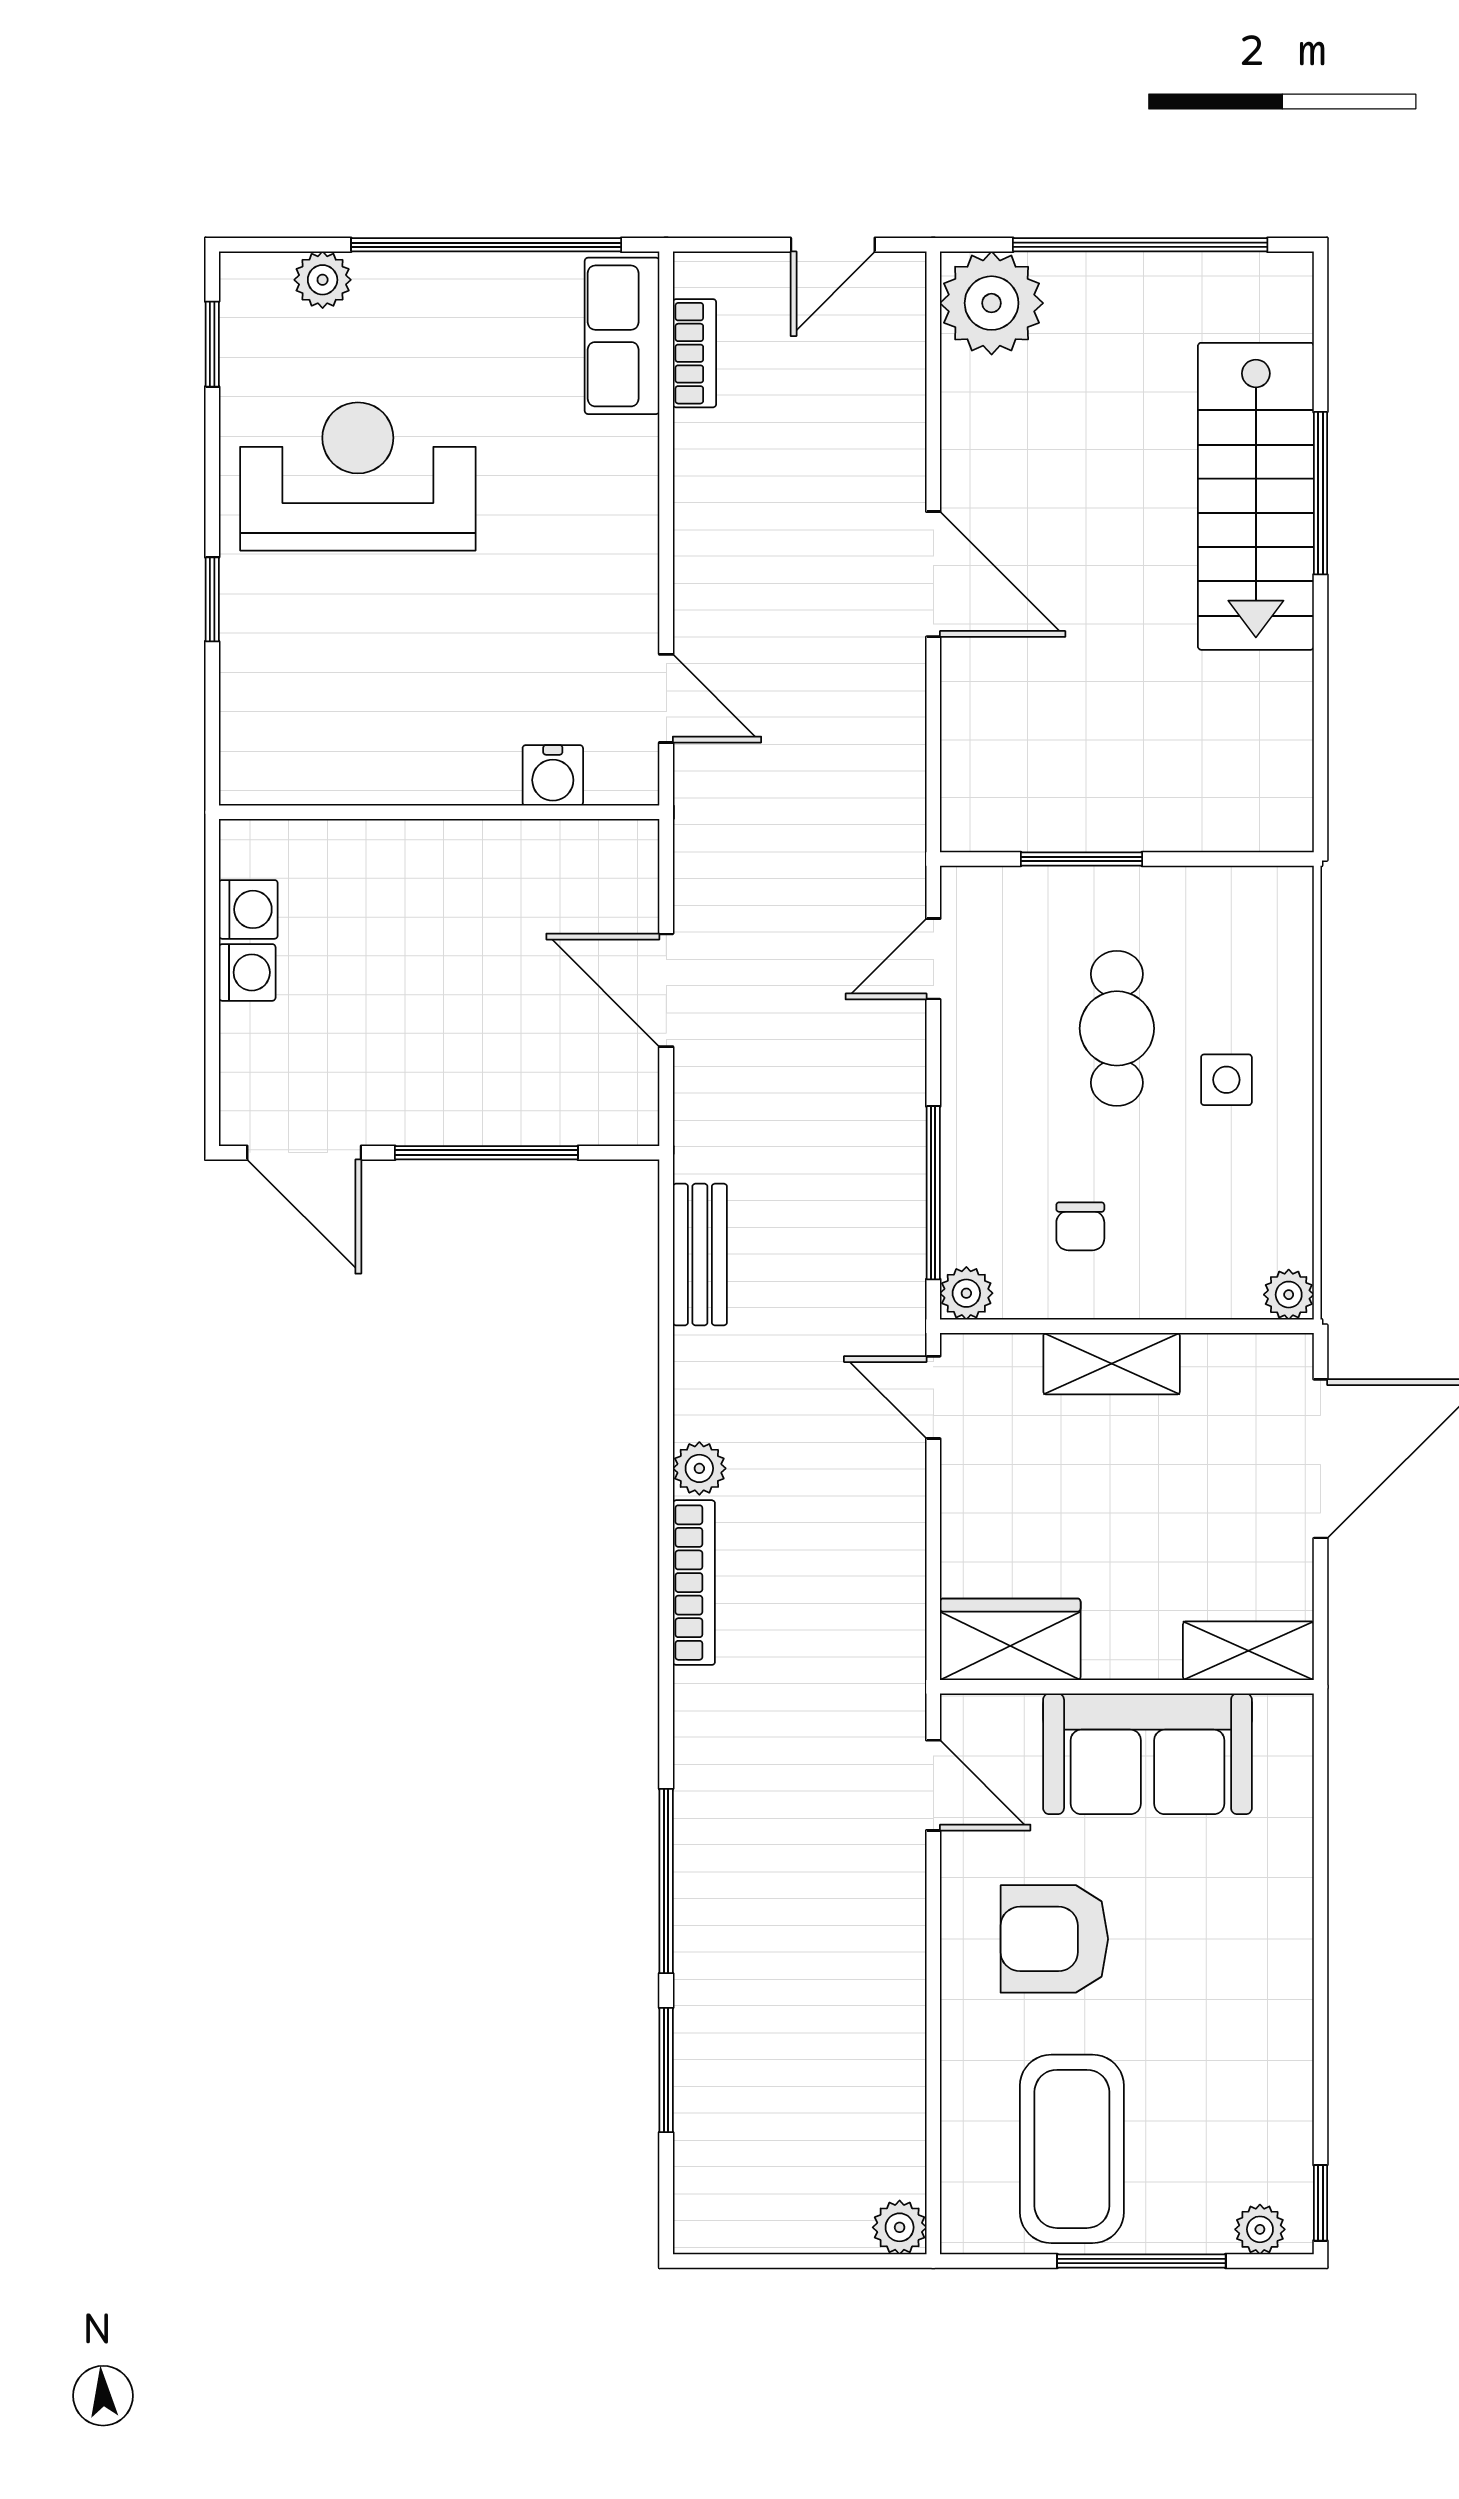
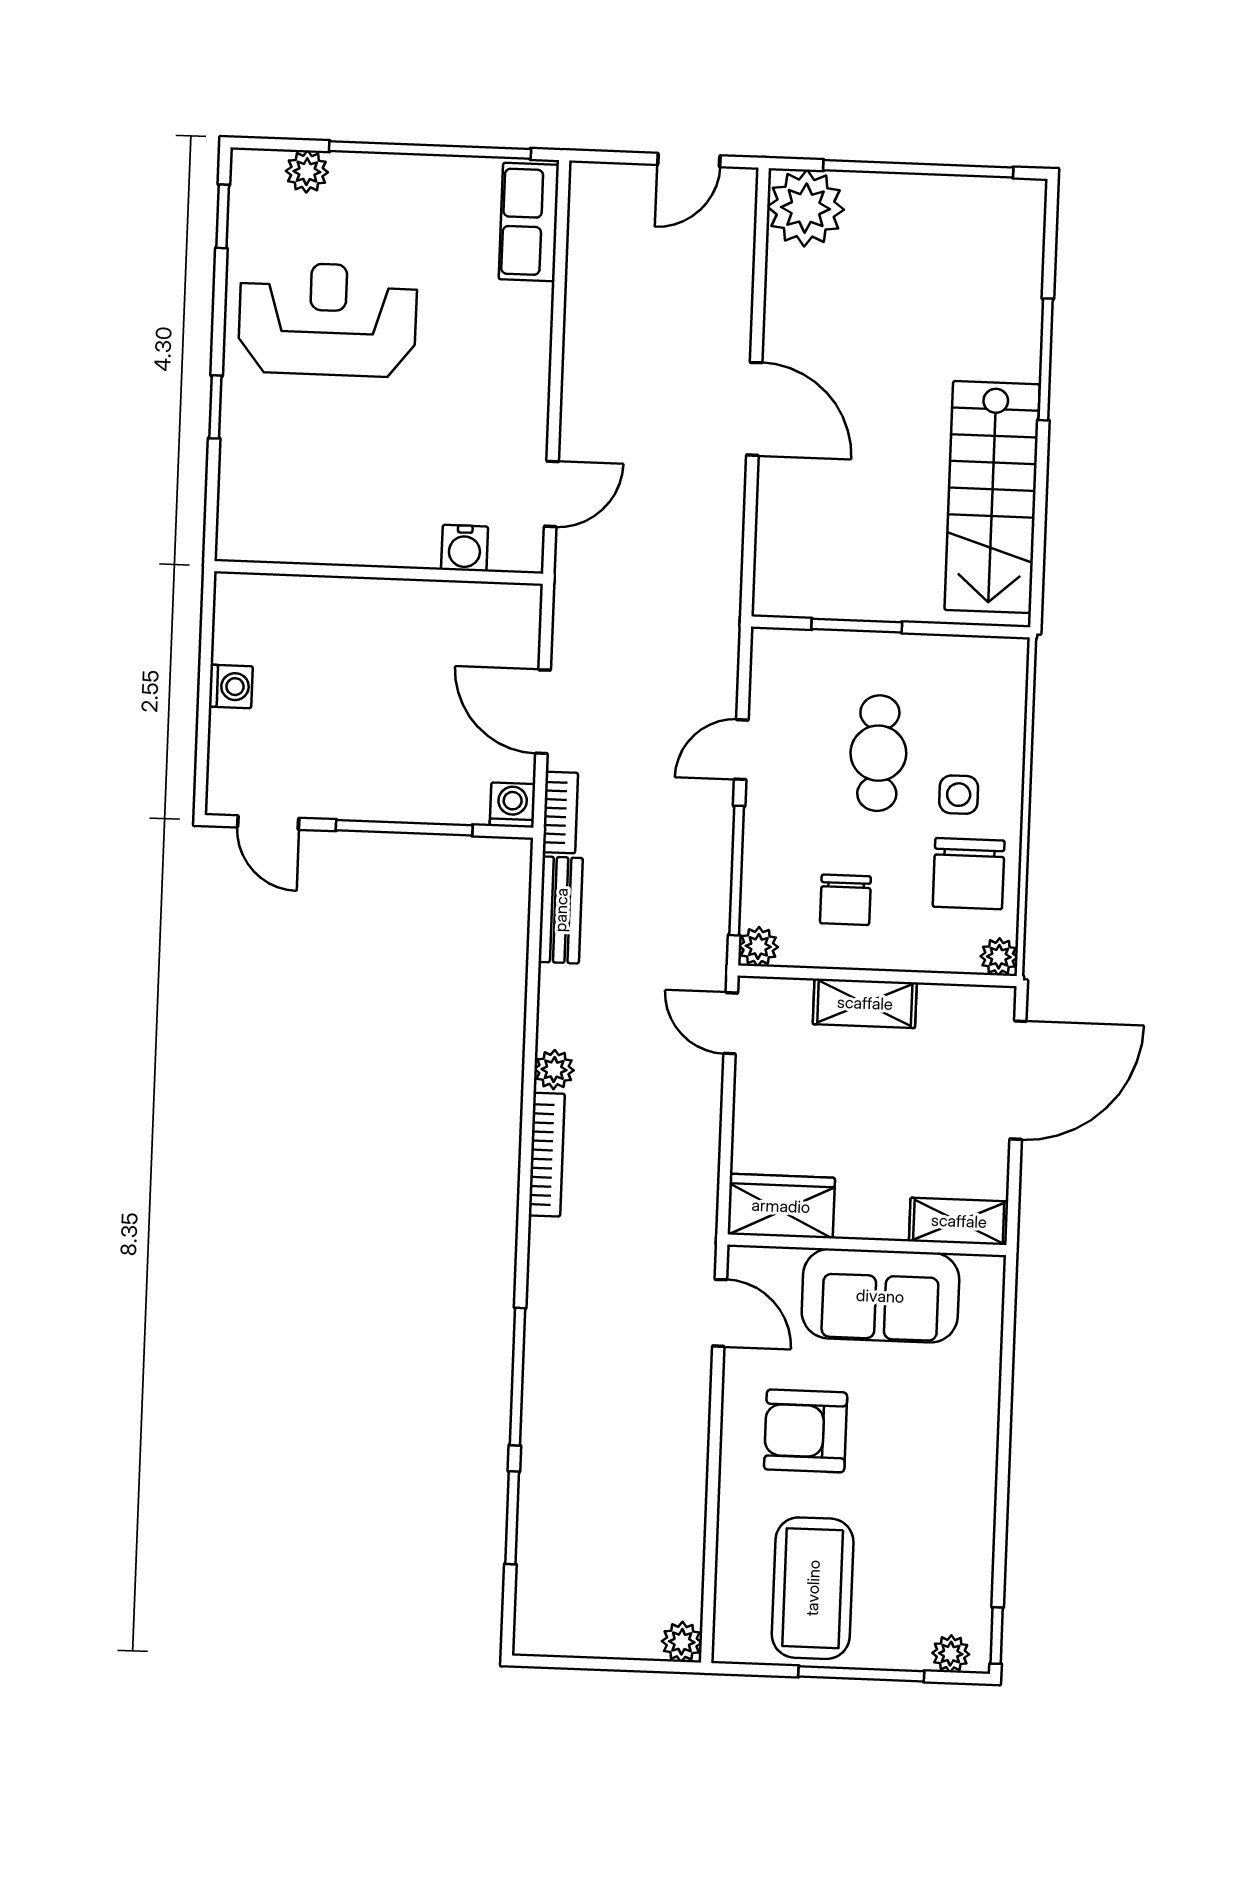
bookcase: (694, 353) -> (560, 813), moved
stairs: (1256, 496) -> (992, 497), moved
door: (666, 698) -> (551, 494), hinge flipped
washing machine: (248, 909) -> (512, 805), moved, turned -90
door: (933, 959) -> (741, 750), moved
door: (304, 1153) -> (268, 823), width x0.73
chair: (1244, 1185) -> (969, 874), added
chair: (1080, 1226) -> (845, 900), width x1.37, depth x1.37

